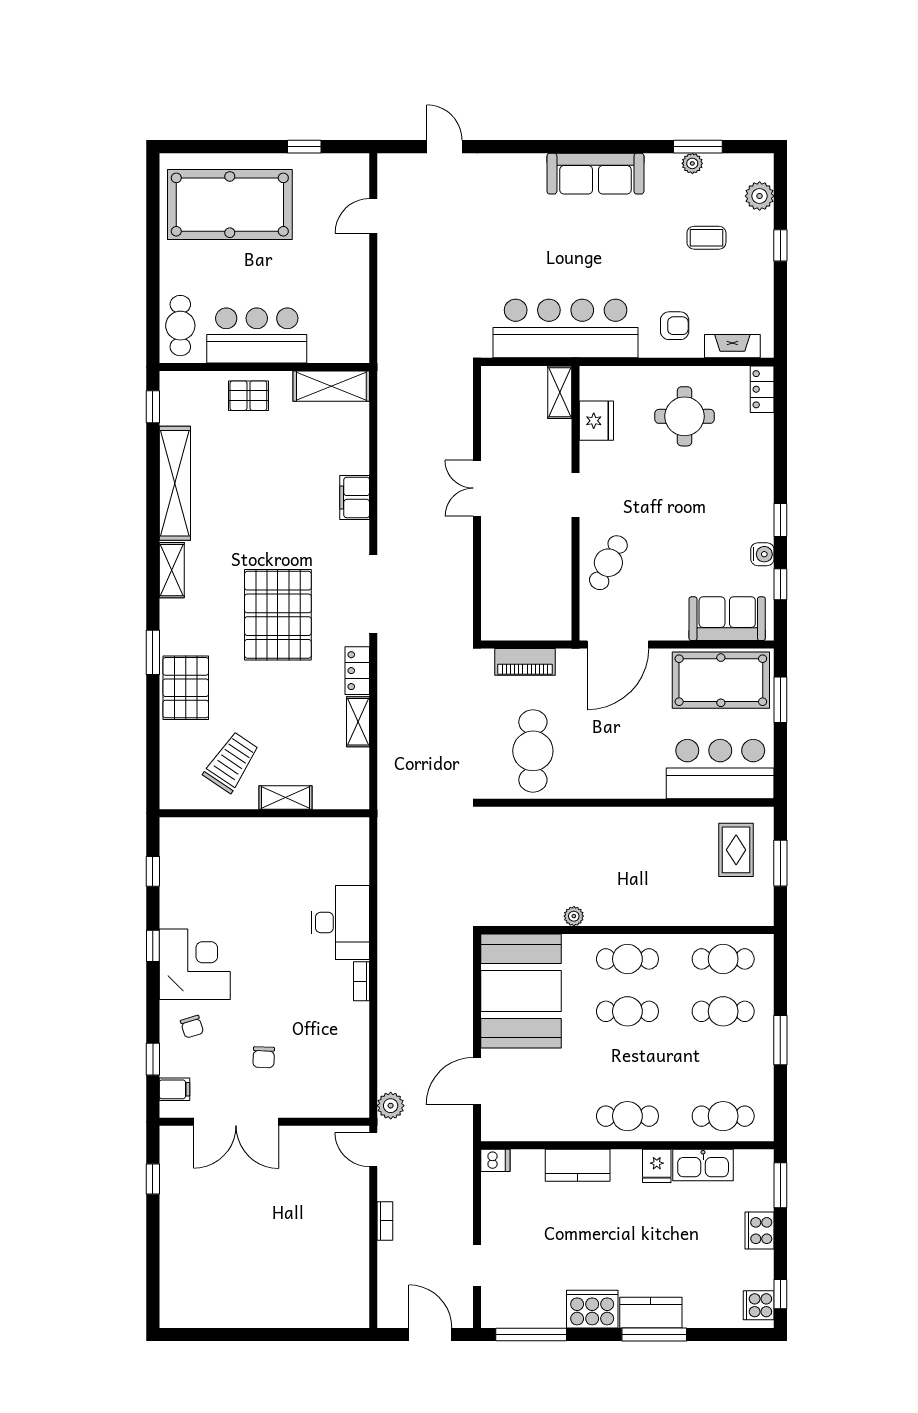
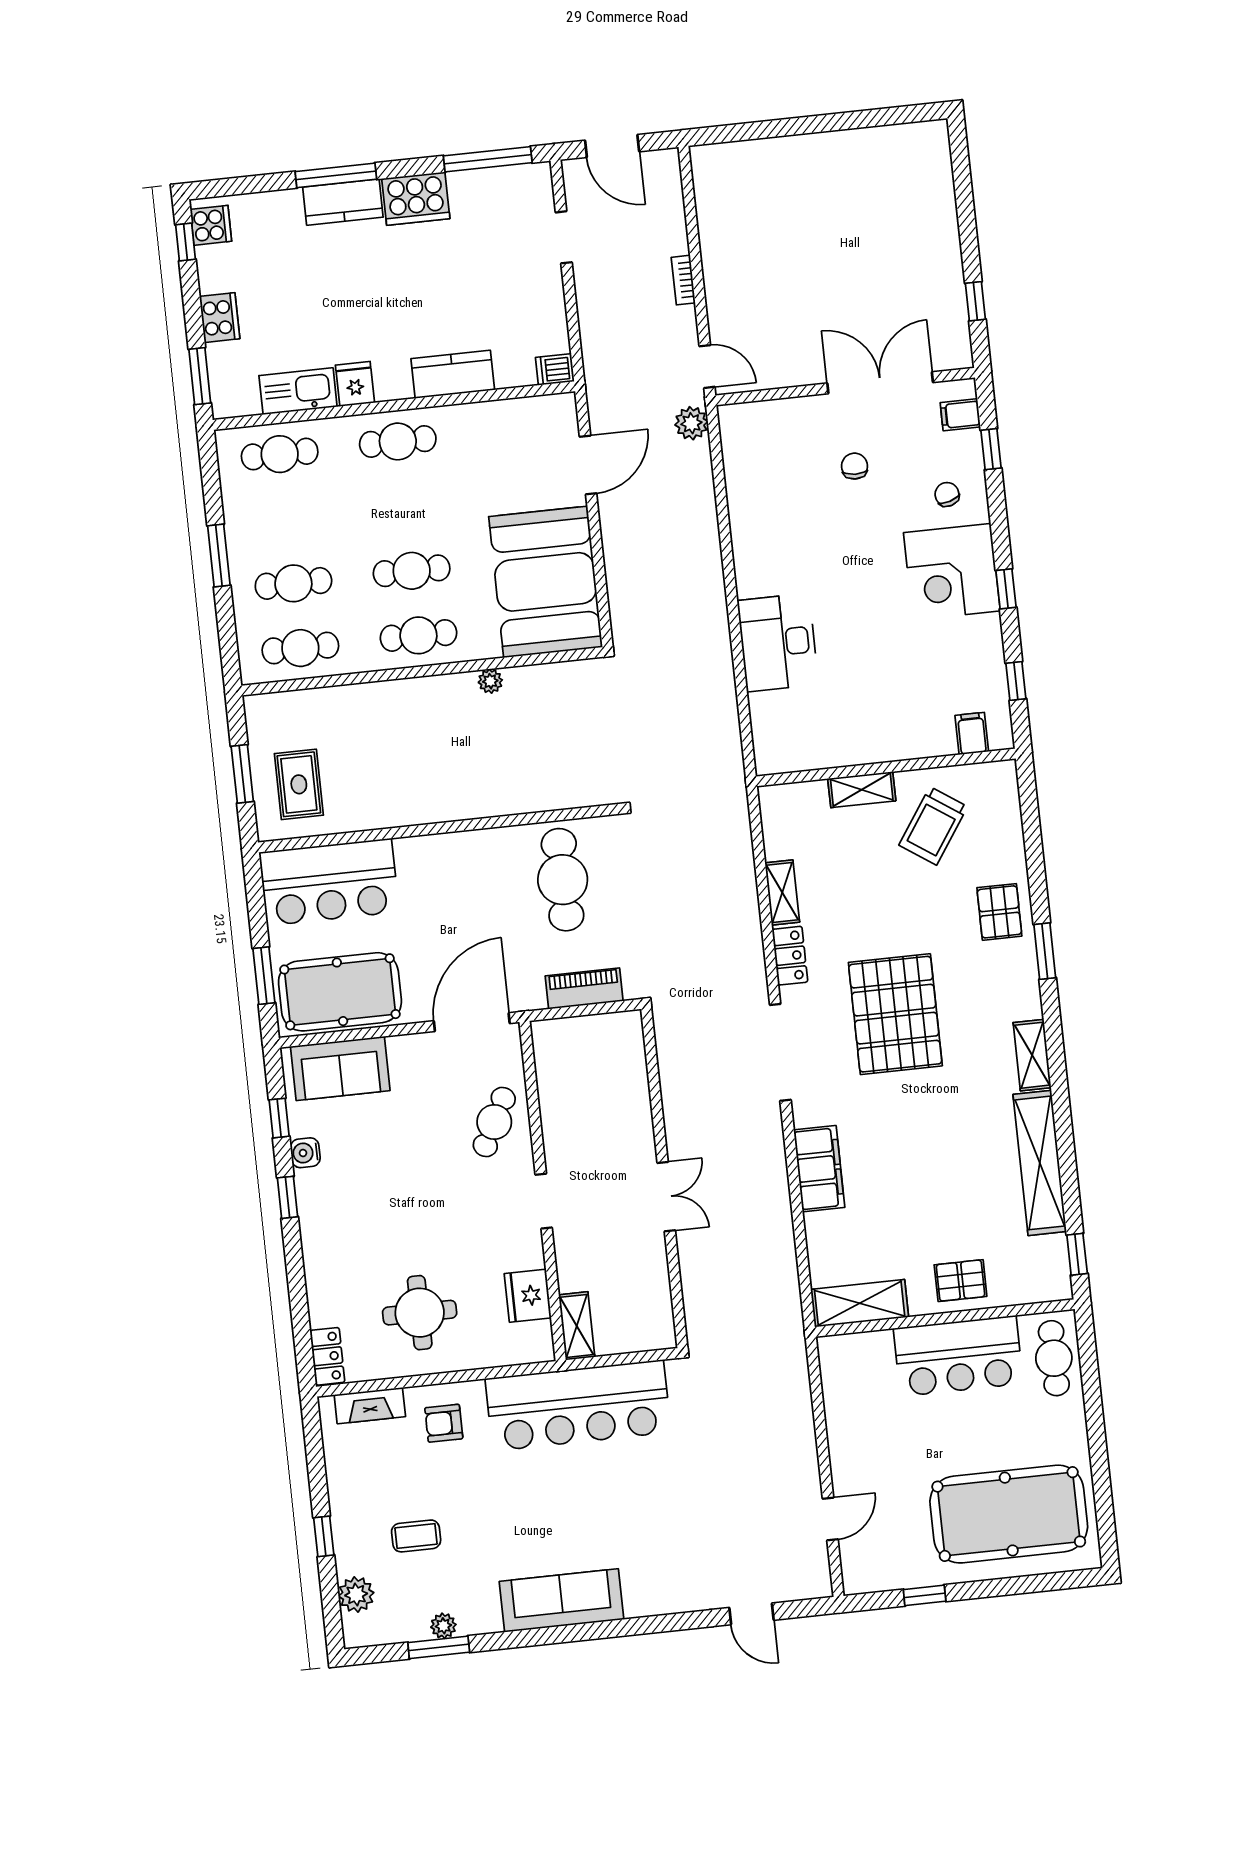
filing cabinet: (355, 497) -> (819, 1169), width x1.50, depth x1.17
pallet: (186, 688) -> (999, 912), width x0.67, depth x0.71
filing cabinet: (193, 833) -> (972, 734), added
bookcase: (362, 981) -> (744, 573), removed

